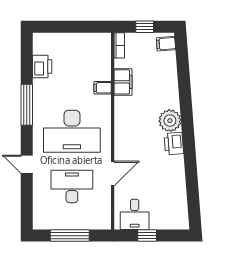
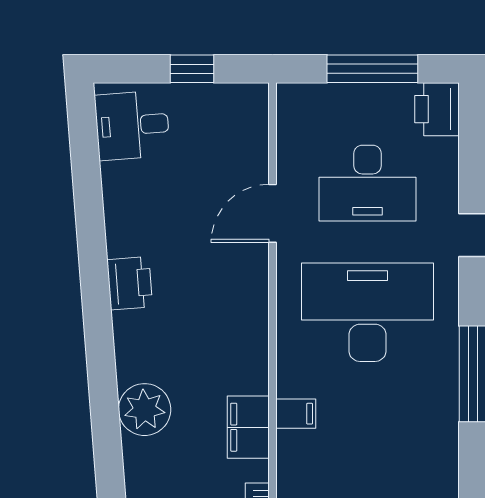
printer: (42, 66) -> (437, 109), moved
plant: (170, 121) -> (145, 410), moved
desk: (135, 214) -> (132, 125), moved, turned -94

